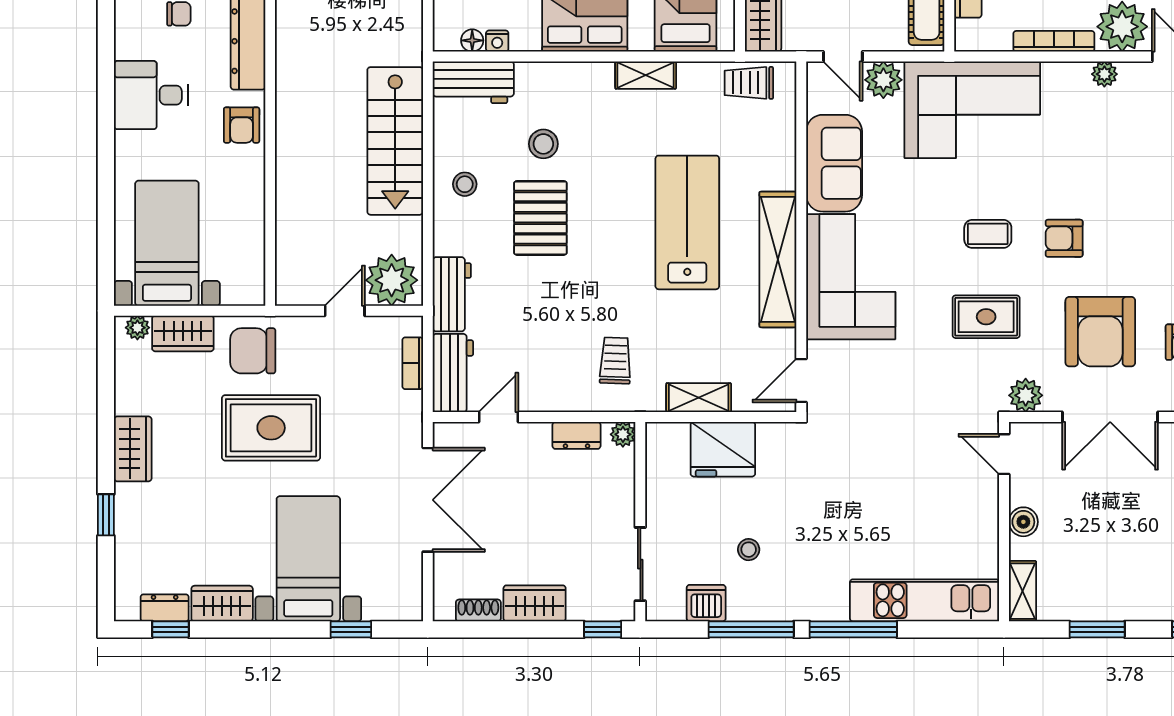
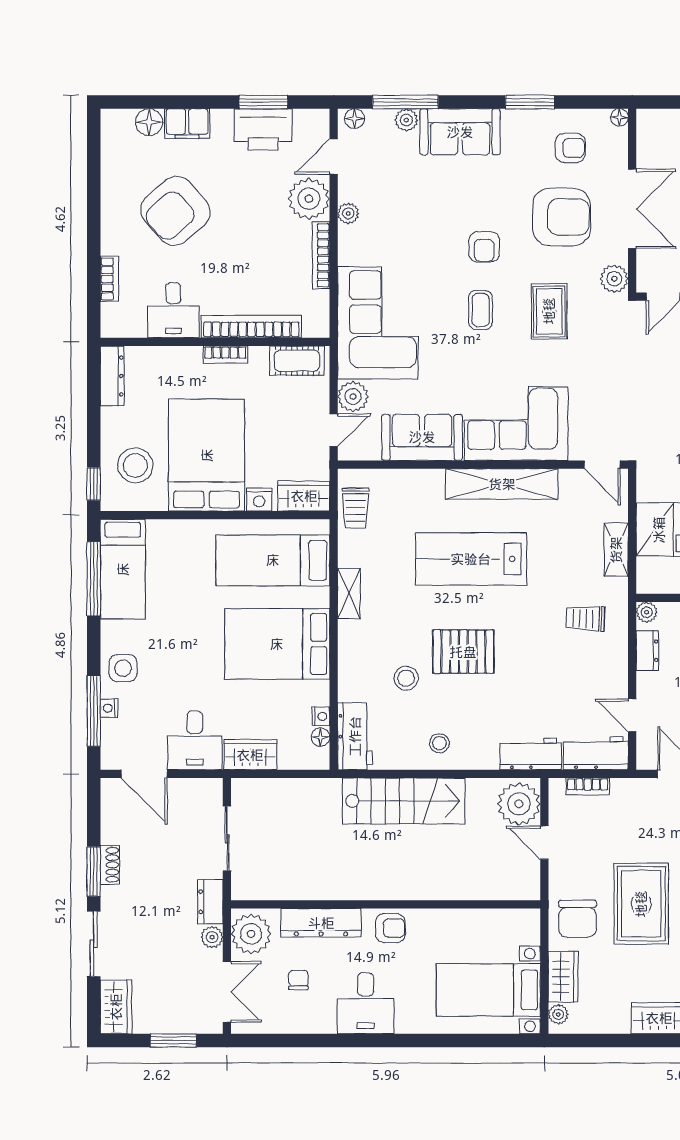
pallet: (540, 218) -> (463, 652), moved

